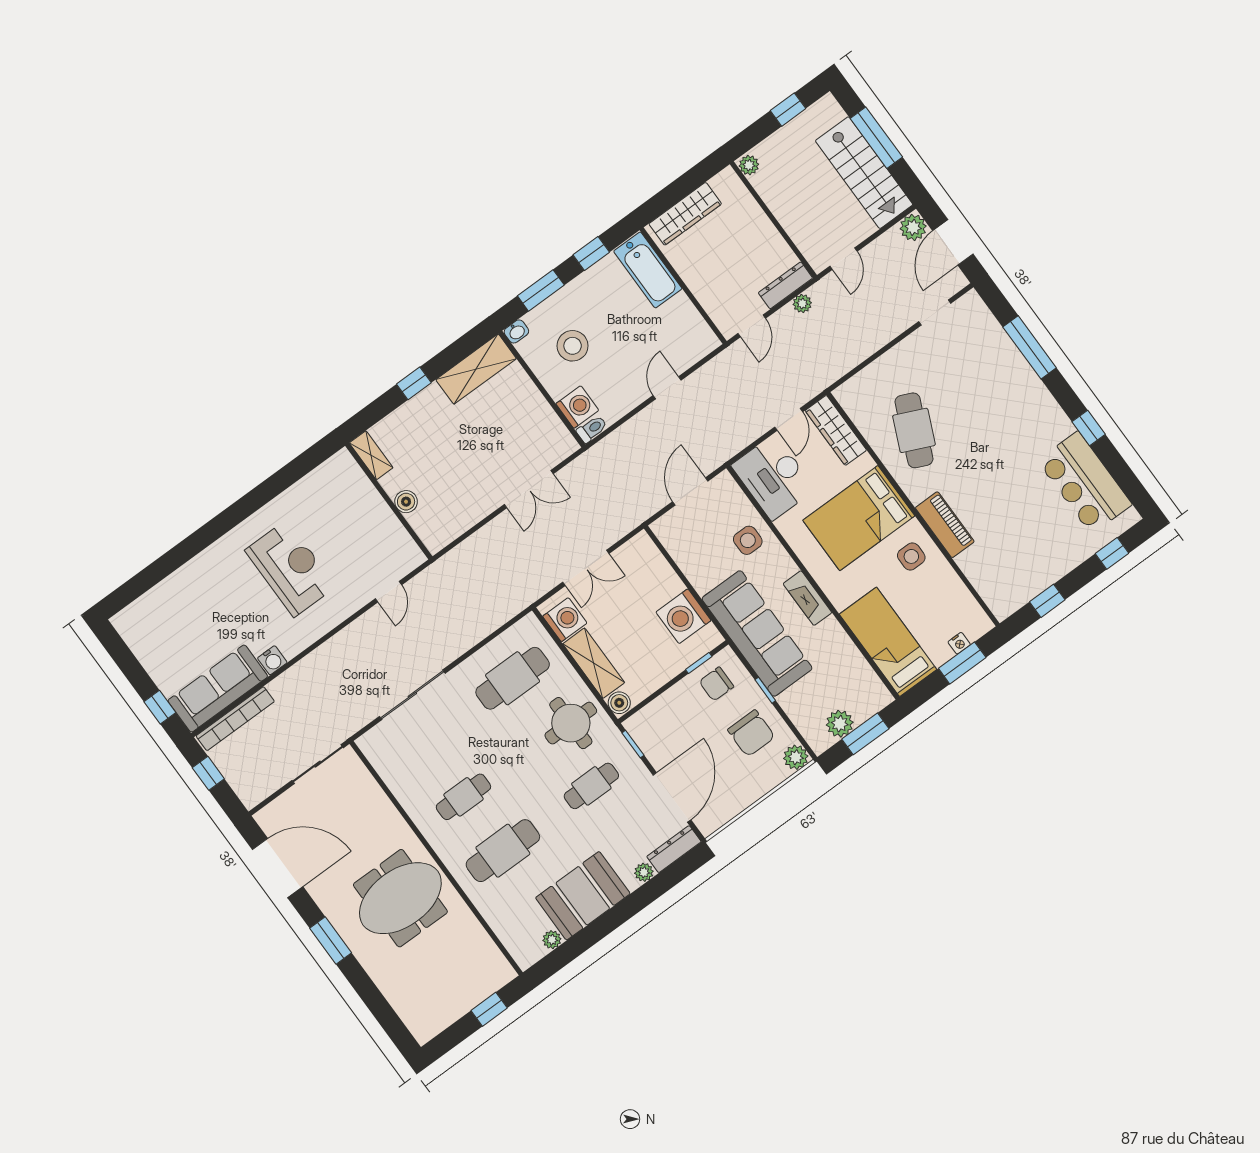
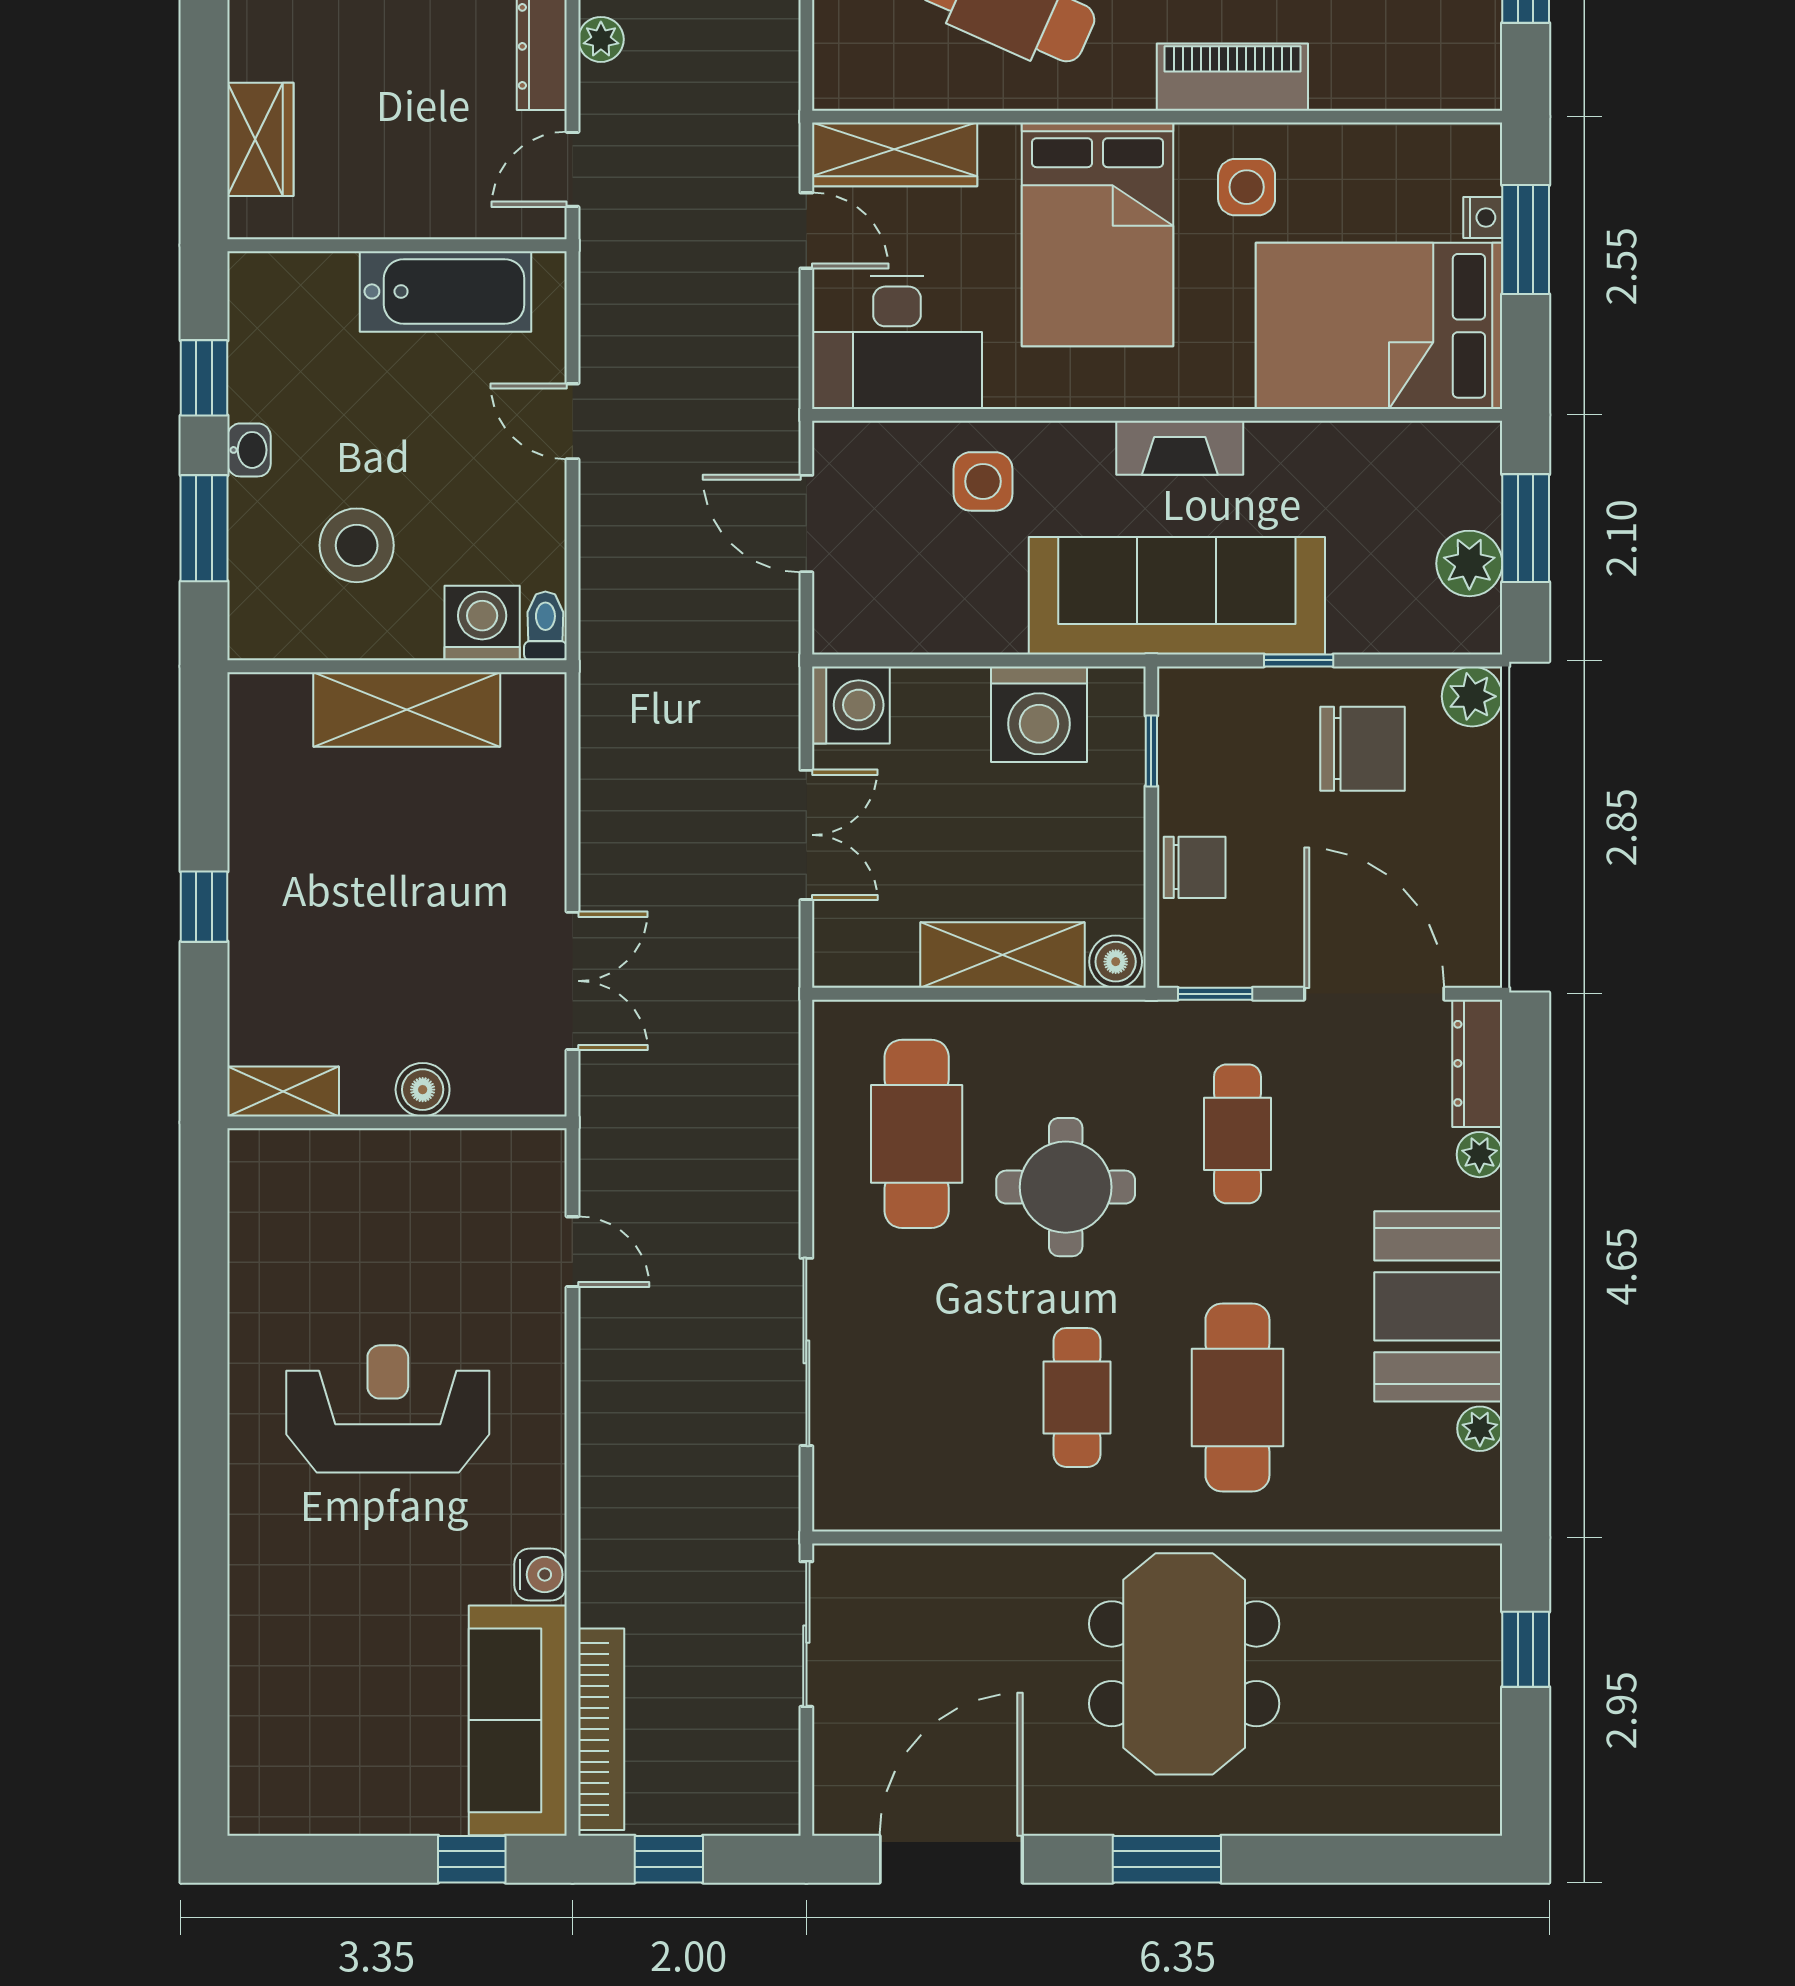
wardrobe: (685, 214) -> (260, 139), width x0.67
bathtub: (648, 270) -> (446, 291), moved
door: (752, 326) -> (572, 169), swing flipped
washbasin: (516, 331) -> (249, 450), moved
shelving: (476, 369) -> (407, 710), moved, turned 90
double door: (529, 489) -> (572, 981), moved
washing machine: (565, 620) -> (851, 705), moved, turned 90
bed: (888, 642) -> (1379, 326), width x1.50
chair: (716, 684) -> (1195, 867), moved, turned -90
round table: (571, 723) -> (1066, 1187), moved

